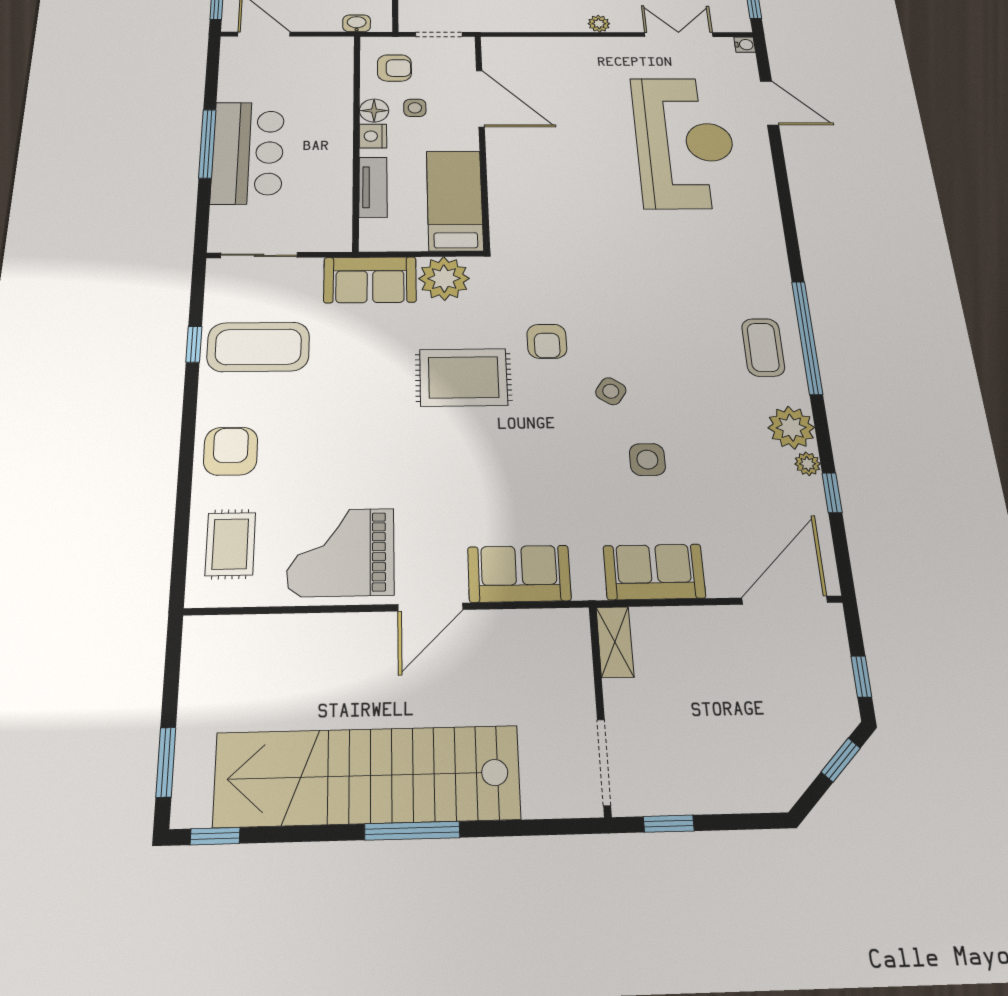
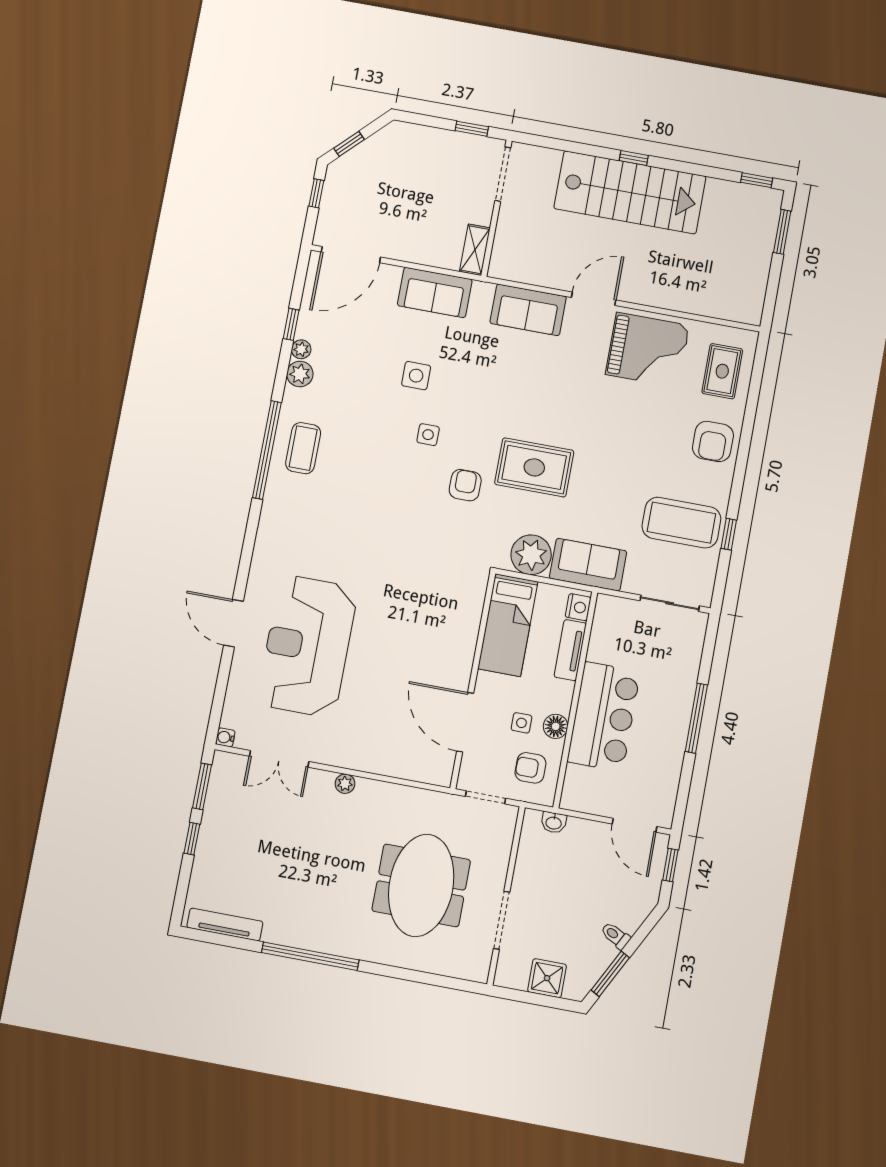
door: (769, 103) -> (233, 623), moved
nightstand: (373, 136) -> (578, 607), moved
bar counter: (248, 153) -> (604, 717), moved, turned 180
side table: (611, 391) -> (428, 435), turned -34
plant: (791, 428) -> (300, 374), width x0.73, depth x0.73
stairs: (368, 776) -> (630, 192), width x0.73
window: (412, 831) -> (634, 158), width x0.46

